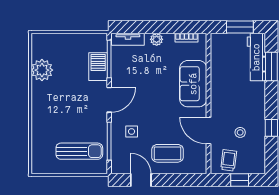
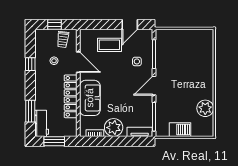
plant: (157, 39) -> (114, 128), width x1.87, depth x1.87
workbench: (256, 57) -> (42, 123), width x0.73
barbecue: (98, 67) -> (180, 130), moved, turned -90
locker: (218, 86) -> (71, 96), added
sun lounger: (79, 151) -> (177, 46), removed
door: (141, 180) -> (130, 24), hinge flipped

